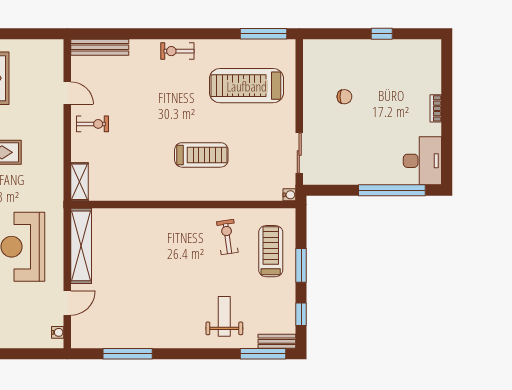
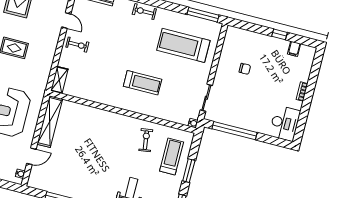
filing cabinet: (408, 49) -> (294, 49), added
window: (392, 190) -> (234, 131), moved

